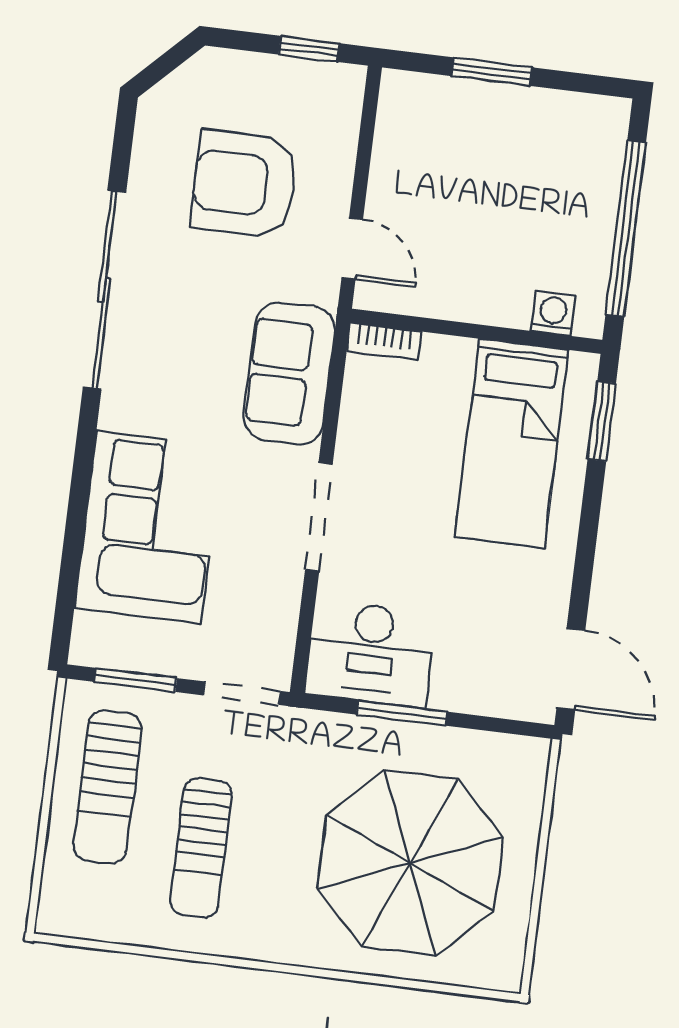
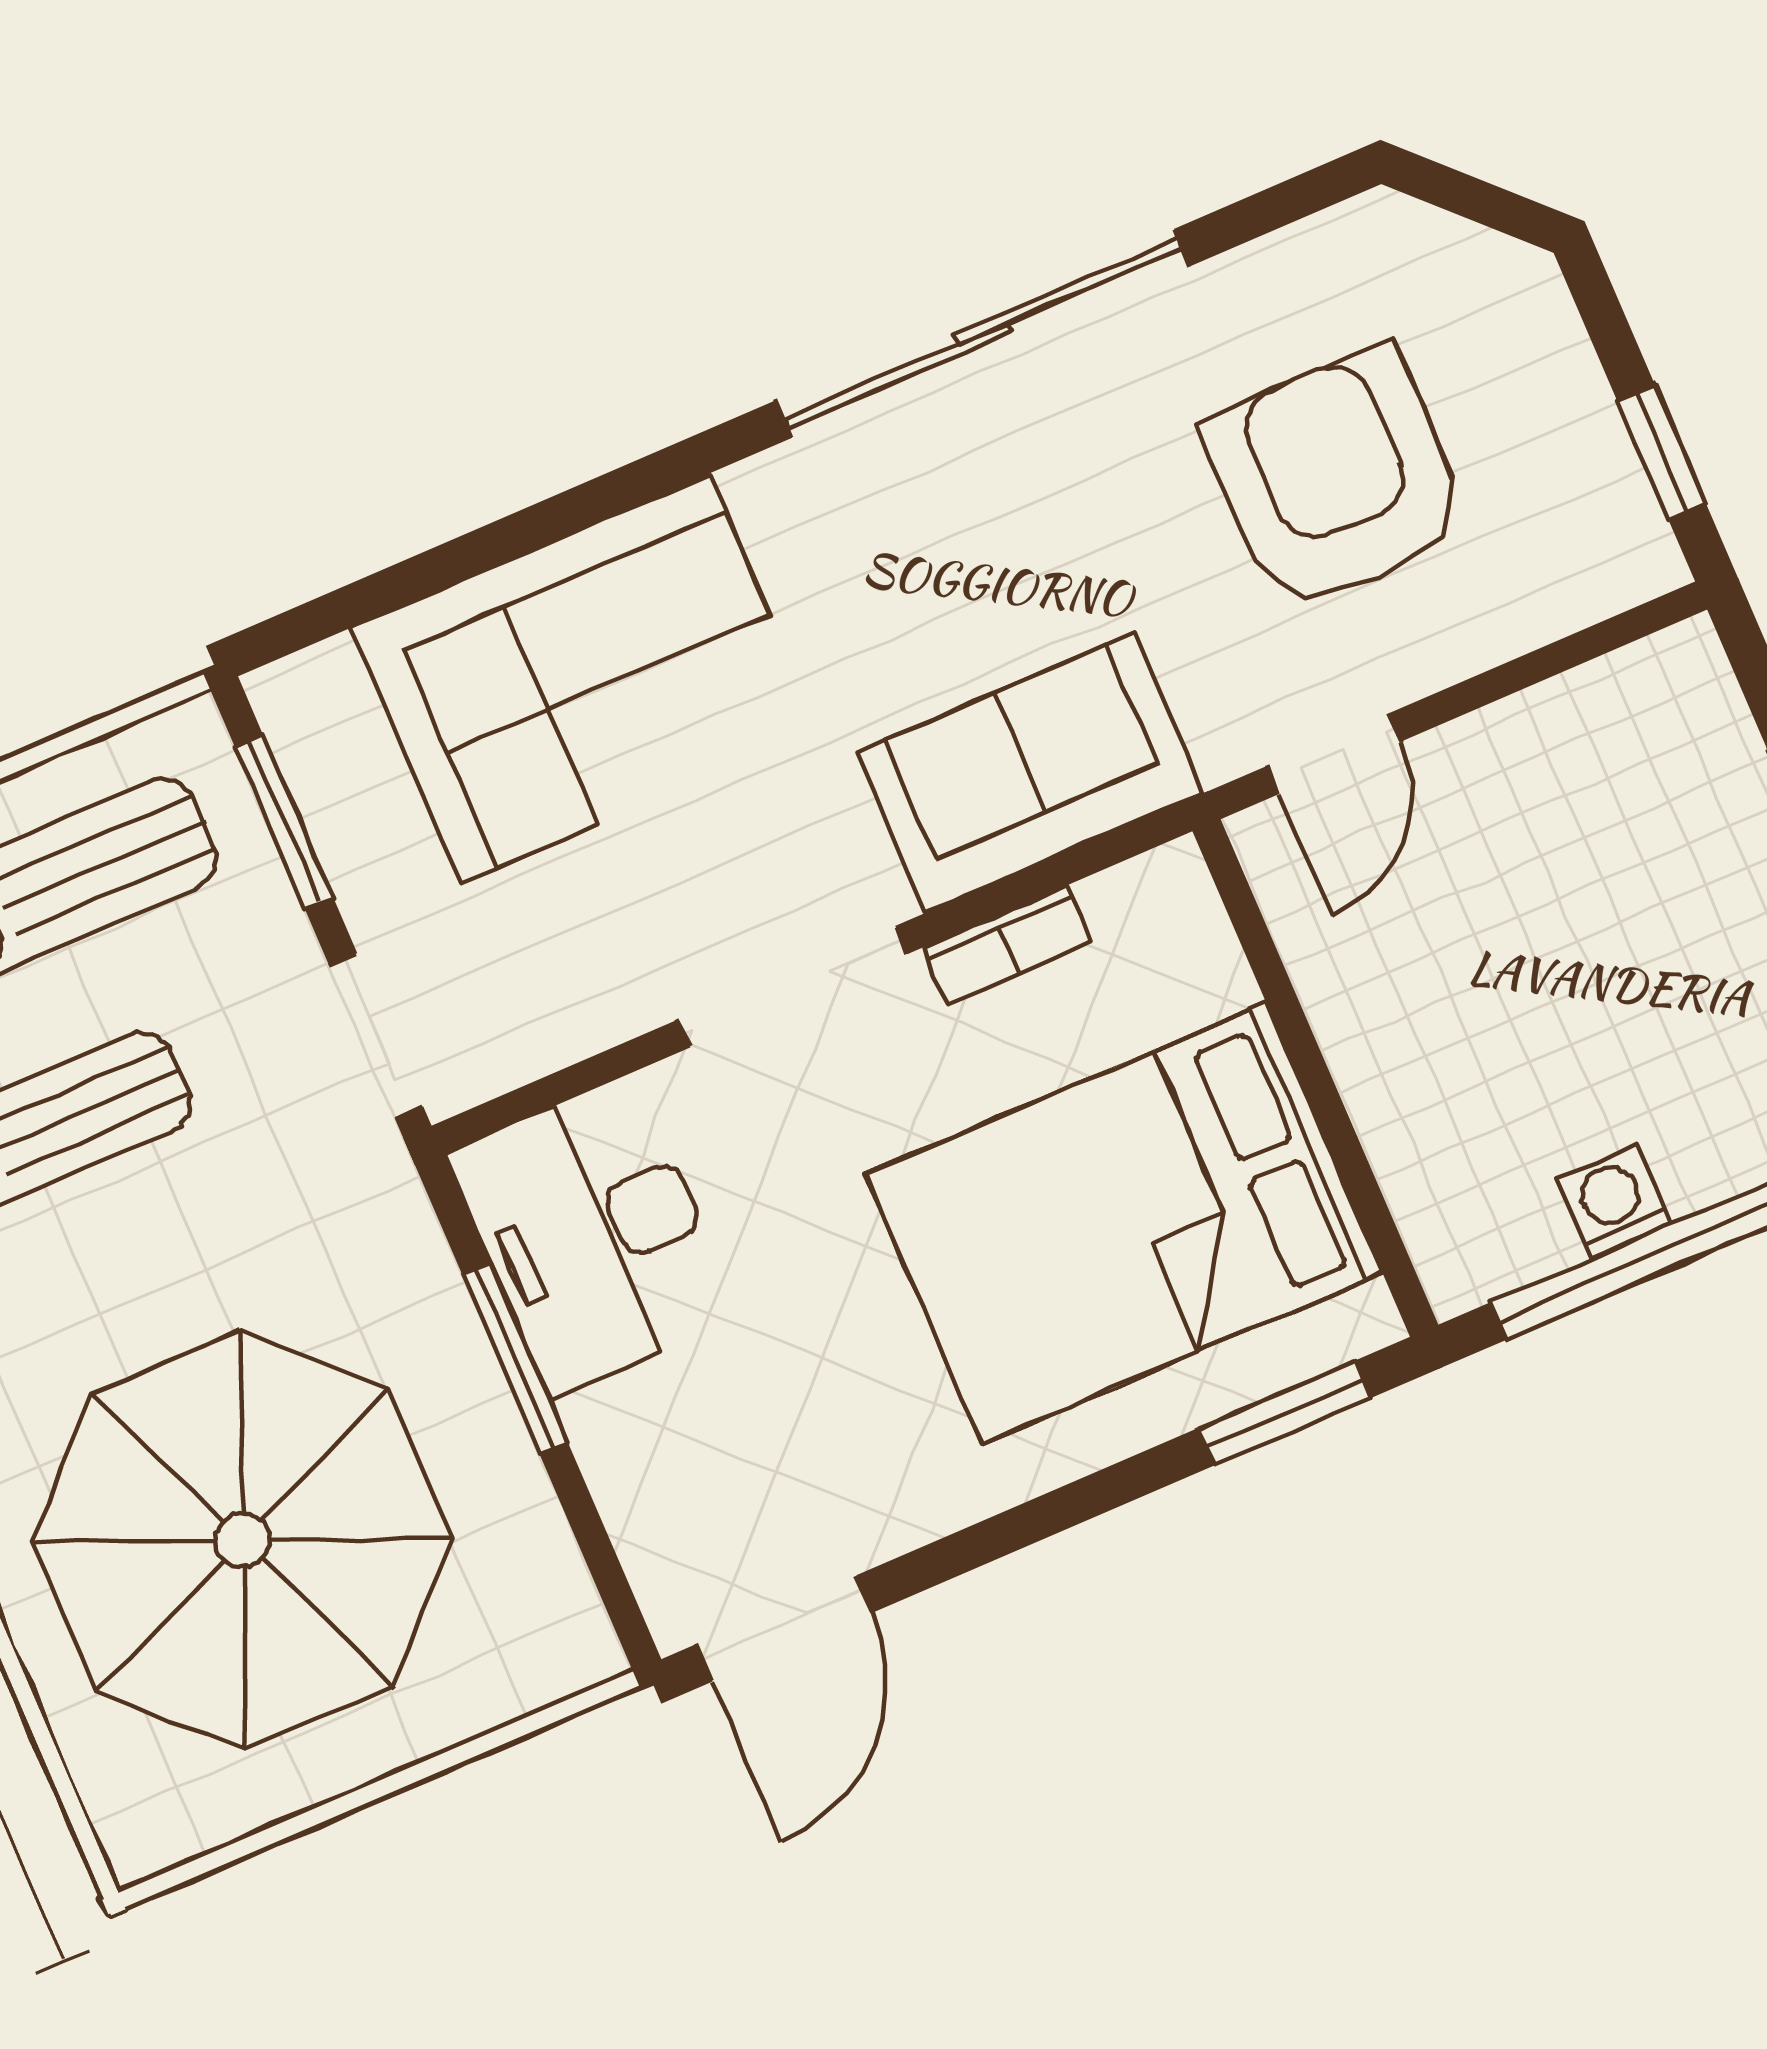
washing machine: (553, 314) -> (1613, 1201), moved, turned -90
bookcase: (384, 341) -> (1007, 945), moved, turned -90
bed: (512, 443) -> (1124, 1223), width x1.50

